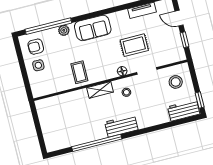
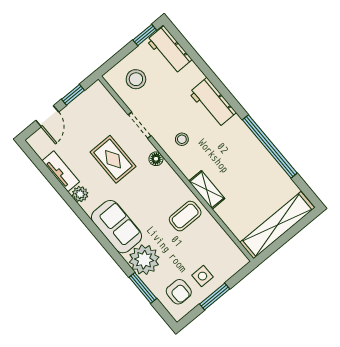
plant: (123, 15) -> (80, 194), added
window: (48, 26) -> (143, 288), width x0.47
plant: (64, 30) -> (144, 260), width x1.88, depth x1.88
window: (23, 67) -> (215, 296), added
shelving: (100, 90) -> (207, 190), moved
shelving: (47, 125) -> (277, 225), added
workbench: (121, 126) -> (213, 103), moved

